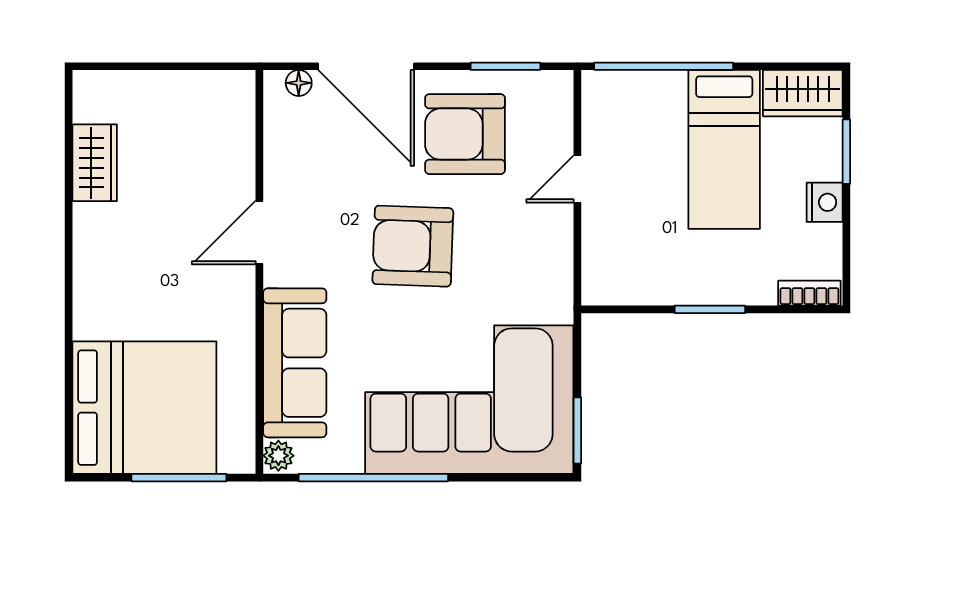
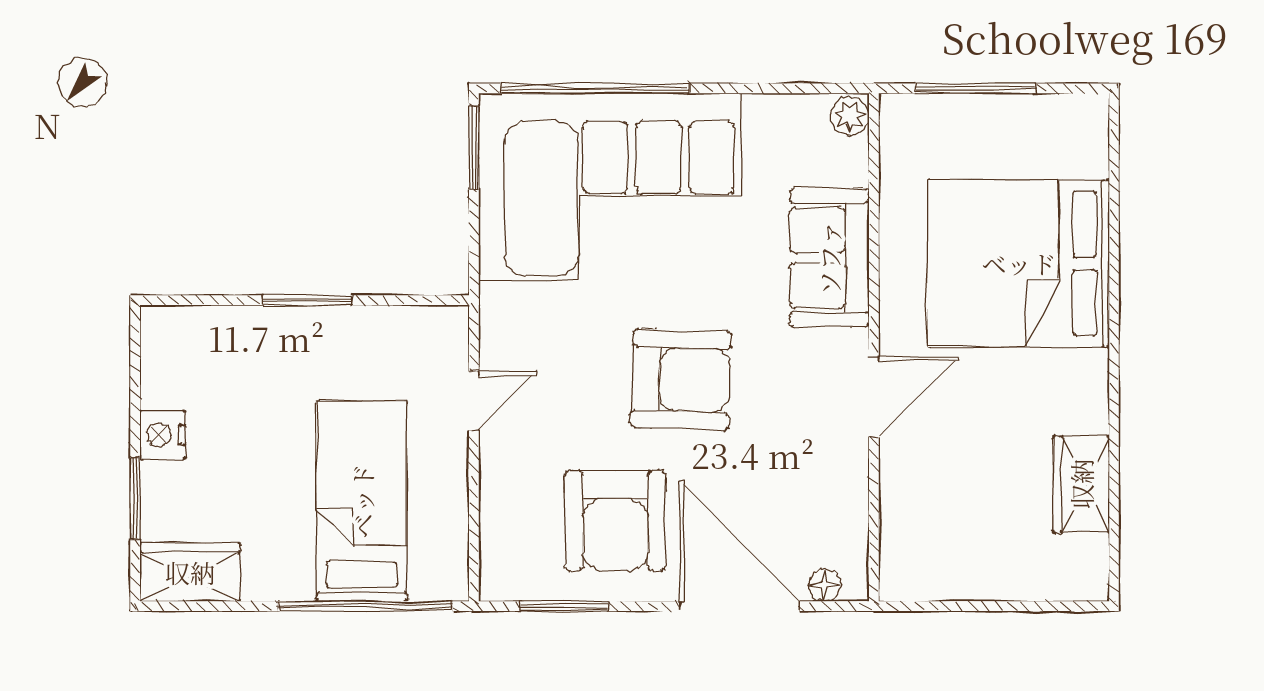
armchair: (465, 134) -> (615, 521), turned 90
bed: (724, 149) -> (362, 501), moved
door: (577, 179) -> (474, 401), moved
bookcase: (809, 293) -> (182, 321), removed
sofa: (295, 363) -> (829, 258), width x0.73
bed: (144, 408) -> (1019, 263), moved
window: (373, 478) -> (595, 88), moved

